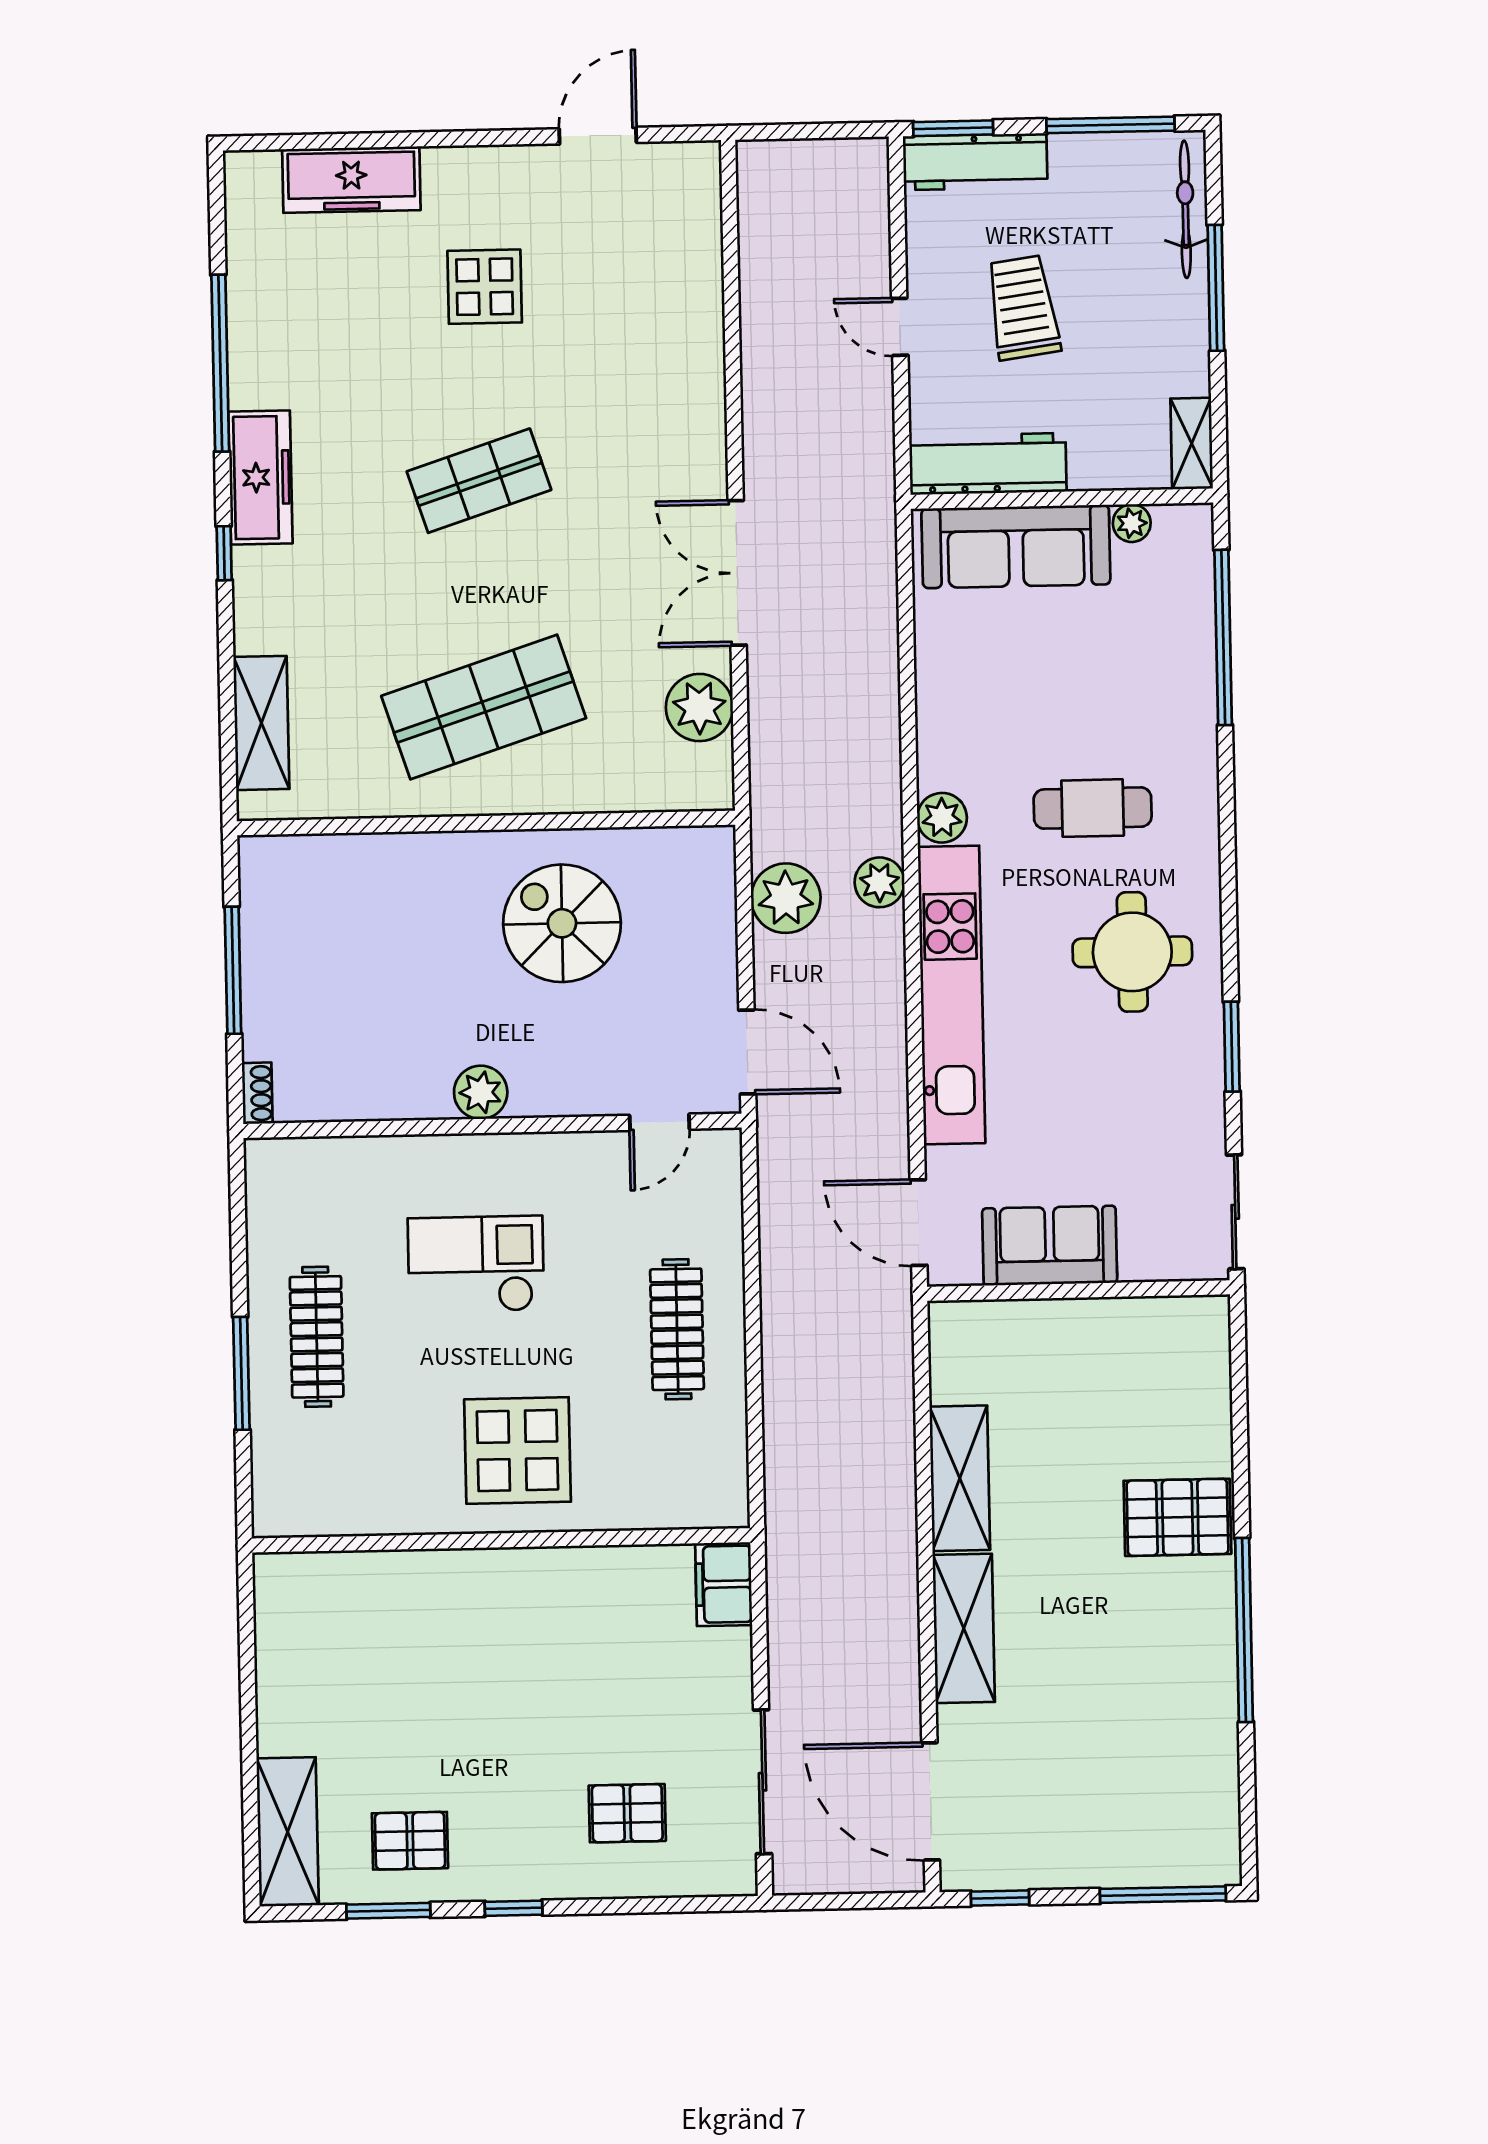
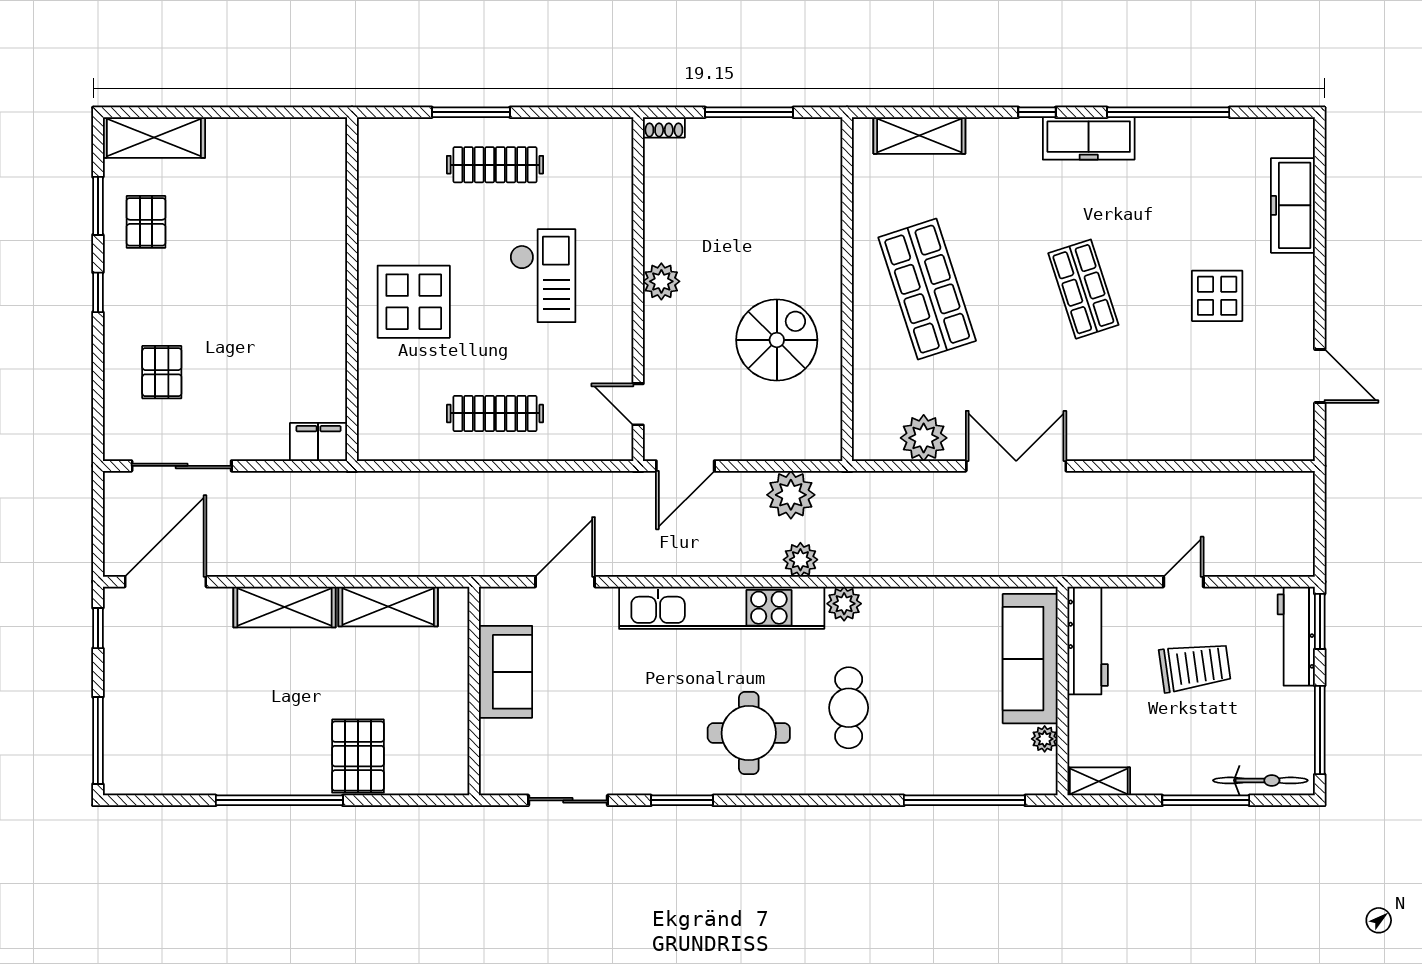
sofa: (1050, 1246) -> (506, 672), moved
wall: (1078, 1291) -> (474, 691), moved

